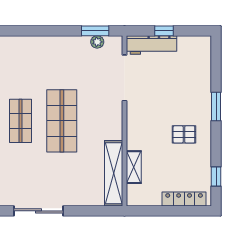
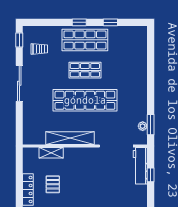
shop shelf: (62, 121) -> (85, 100), width x1.40
pallet: (184, 134) -> (53, 184), moved
shelving: (114, 173) -> (70, 138), moved

